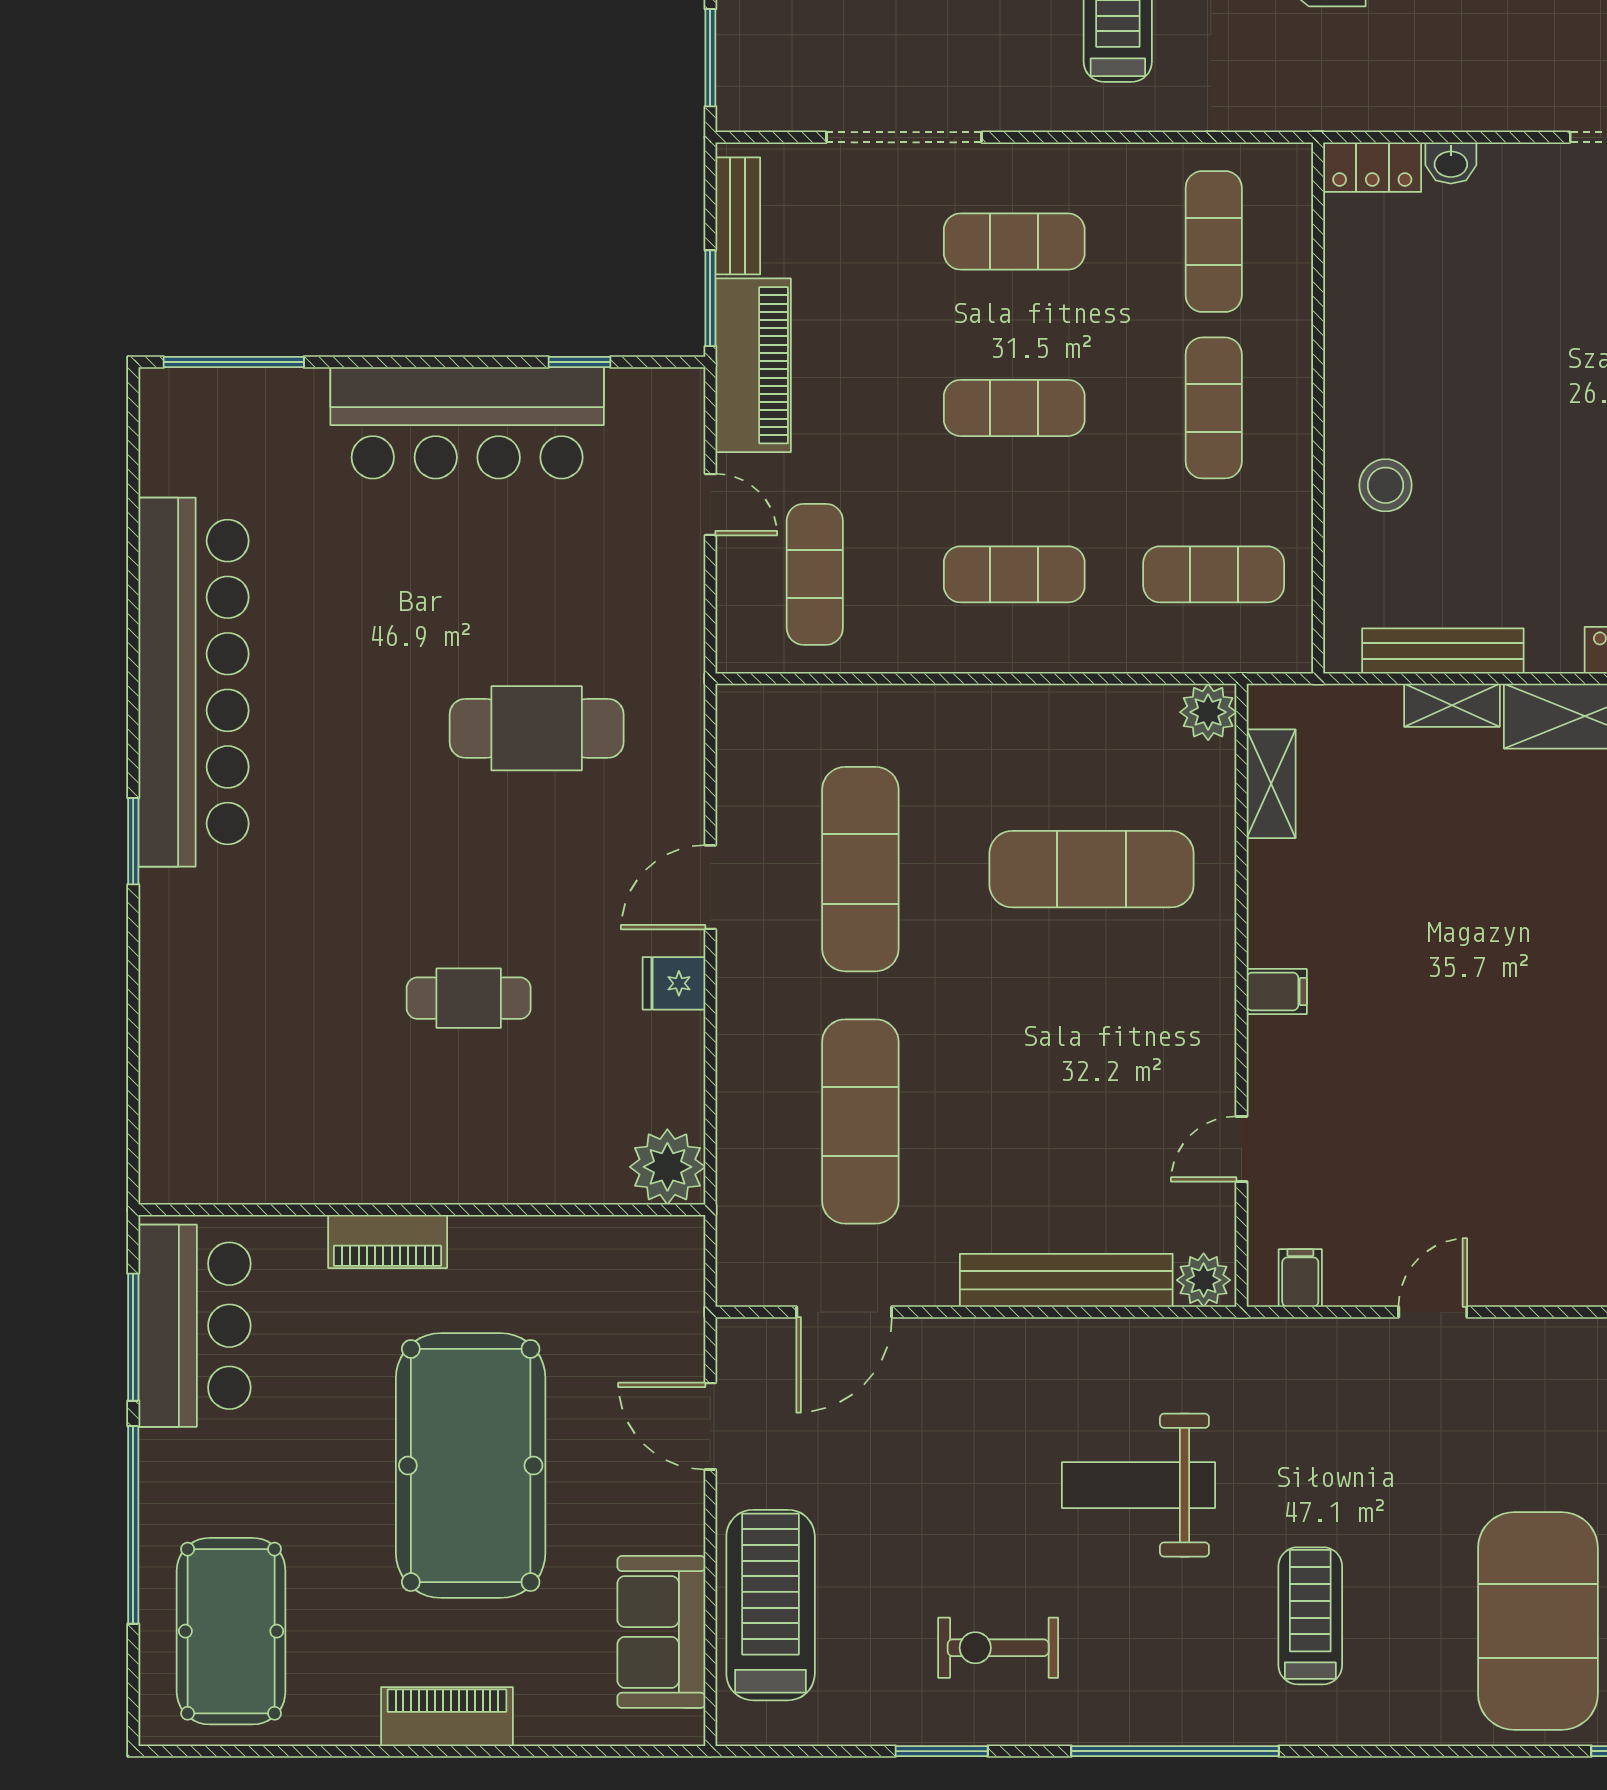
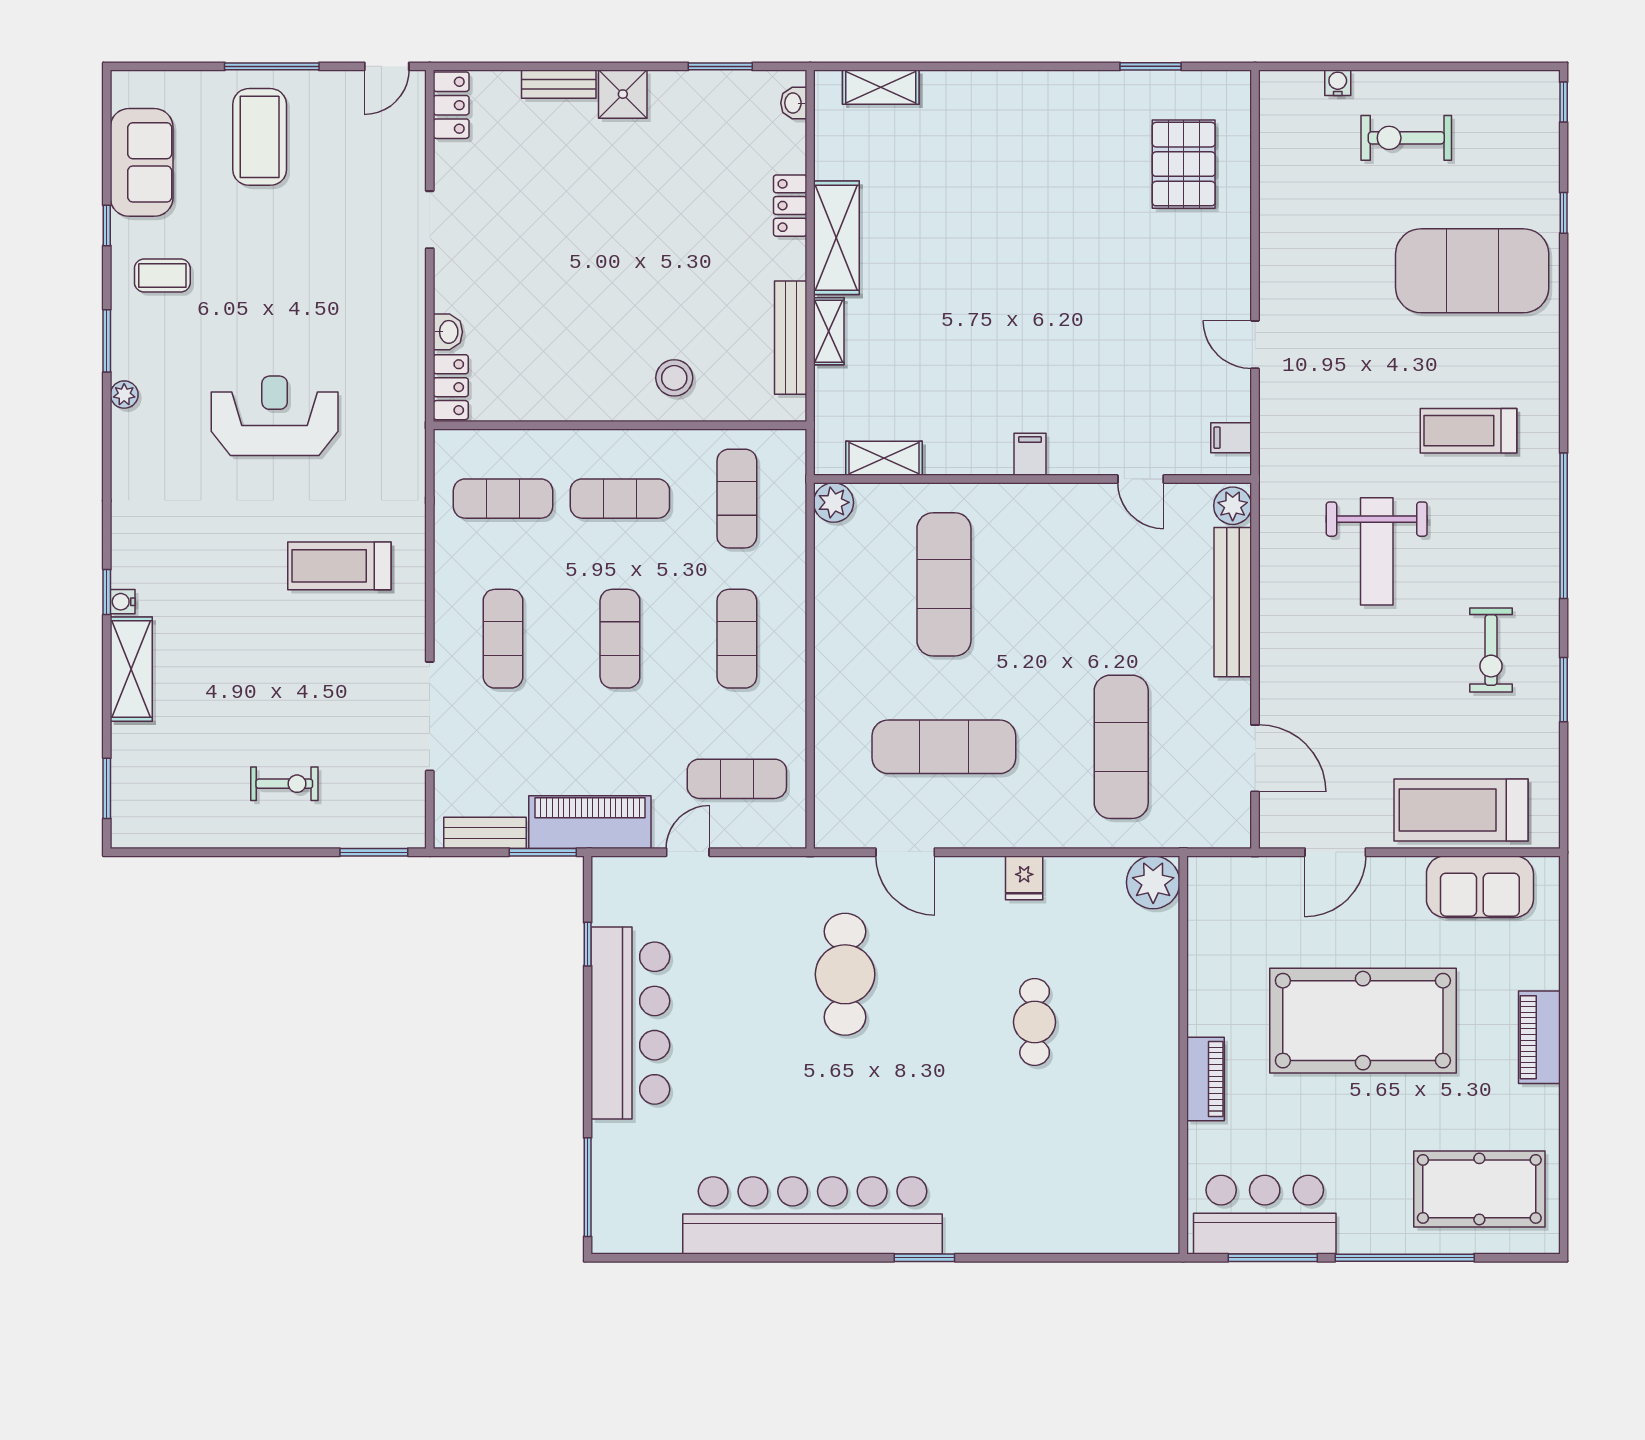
door: (710, 887) -> (905, 852), moved
exercise mat: (860, 1121) -> (1121, 747), turned 90

